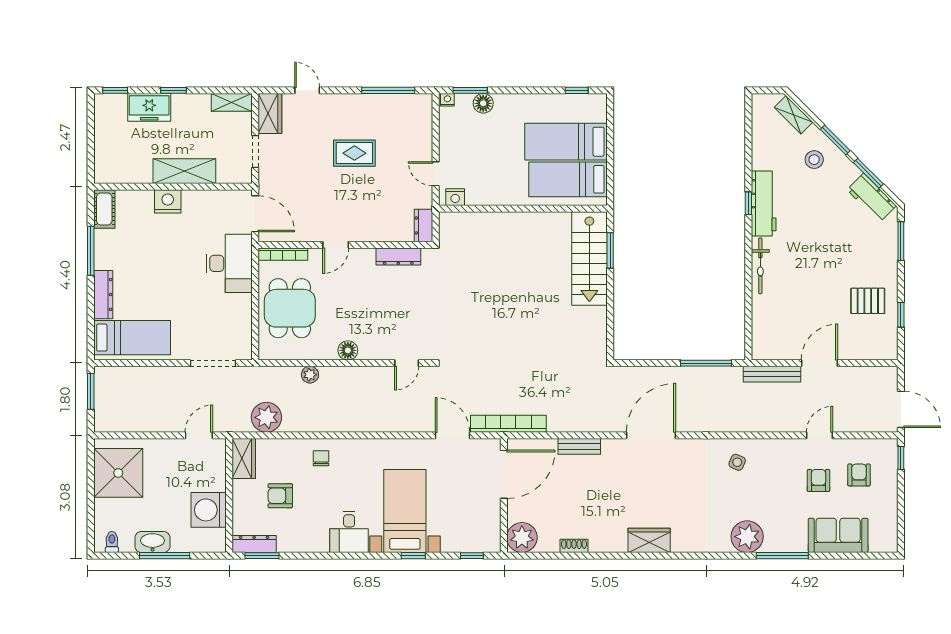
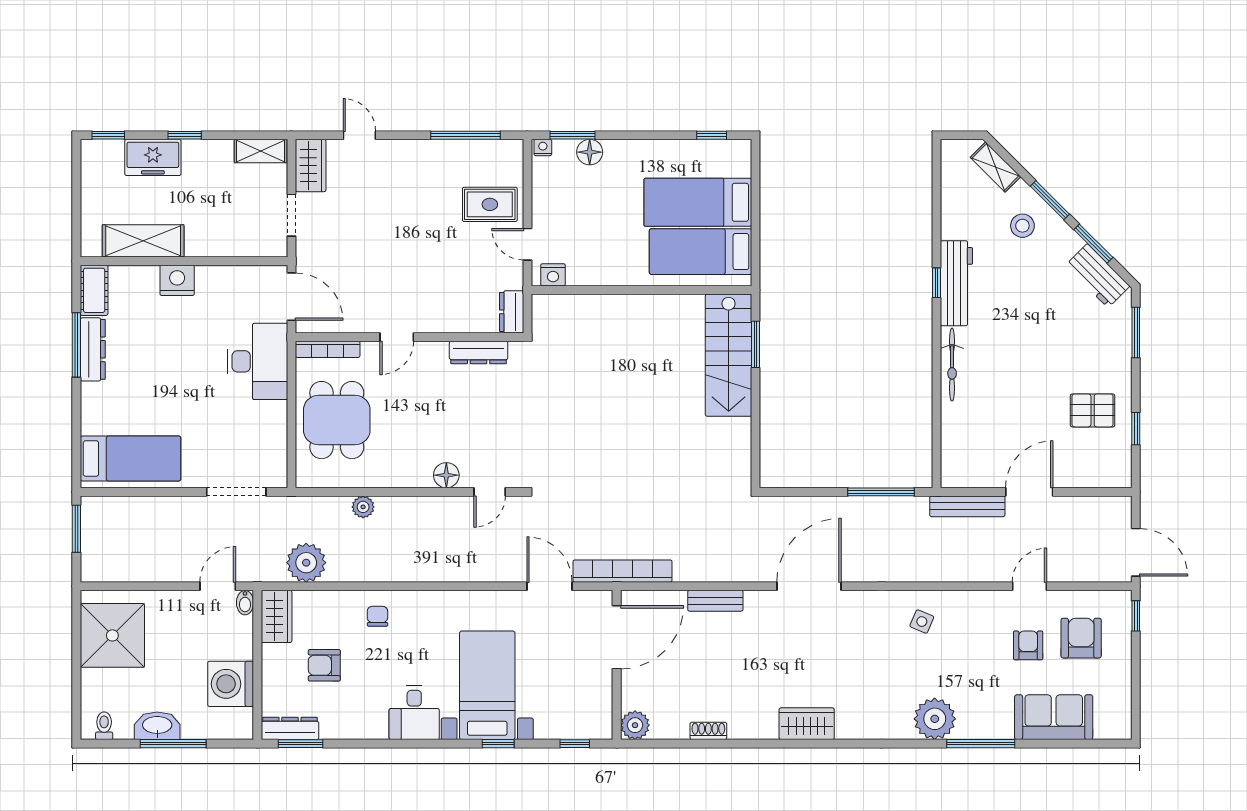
rug: (354, 153) -> (490, 204), moved
shelving: (184, 171) -> (143, 241), moved
dresser: (103, 295) -> (93, 349), moved
floor lamp: (348, 350) -> (446, 475), moved
bidet: (220, 448) -> (245, 603), added
armchair: (859, 475) -> (1081, 638), width x1.38, depth x1.38
plant: (522, 538) -> (635, 725), width x0.73, depth x0.73

